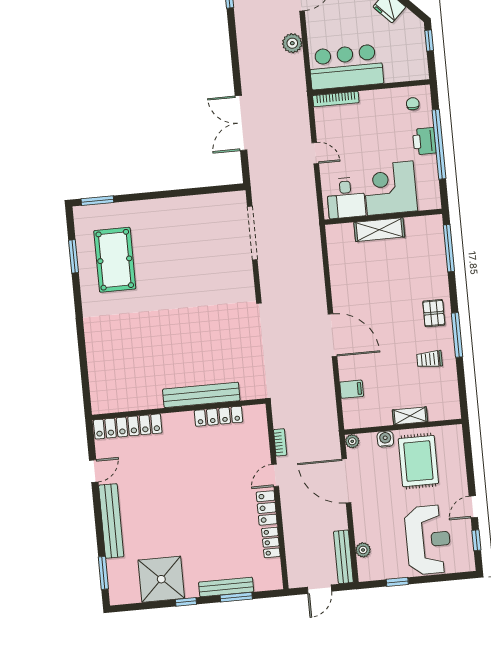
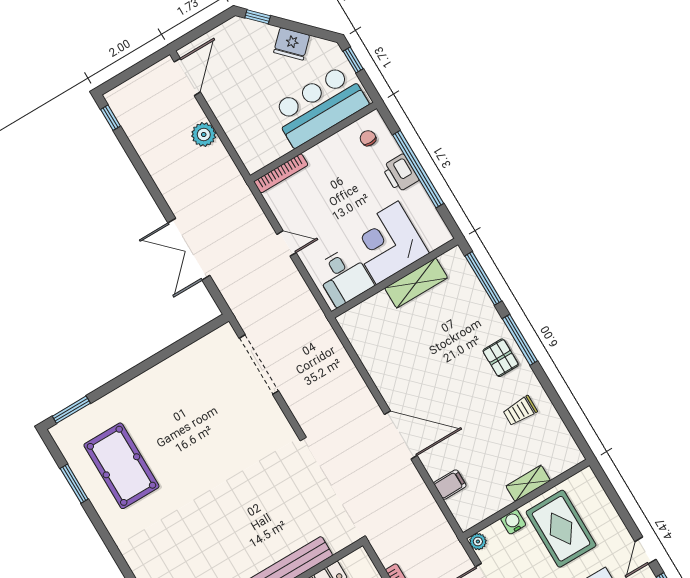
bar counter: (346, 67) -> (320, 106), moved
shelving: (379, 230) -> (416, 283), moved
window: (457, 335) -> (520, 340), moved

